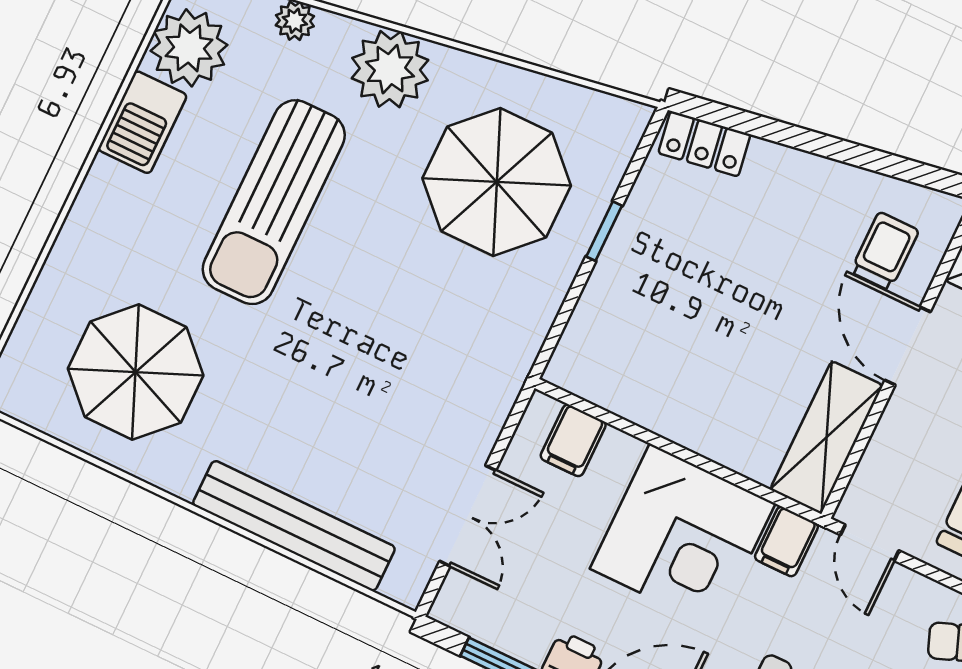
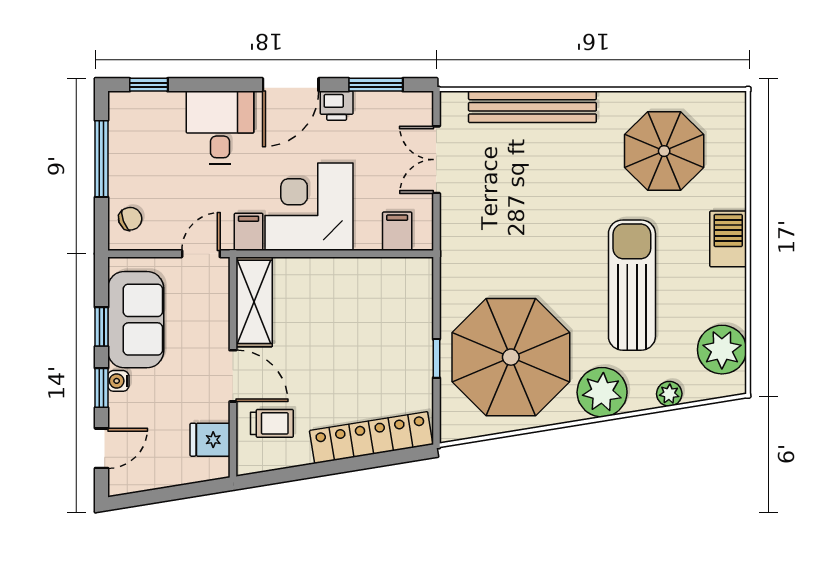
barbecue: (142, 122) -> (728, 239), moved
locker: (704, 144) -> (371, 438), width x2.16, depth x1.21
parasol: (497, 182) -> (511, 357), width x1.36, depth x1.36
trolley: (885, 251) -> (272, 423), turned -90
door: (870, 543) -> (201, 254), hinge flipped

